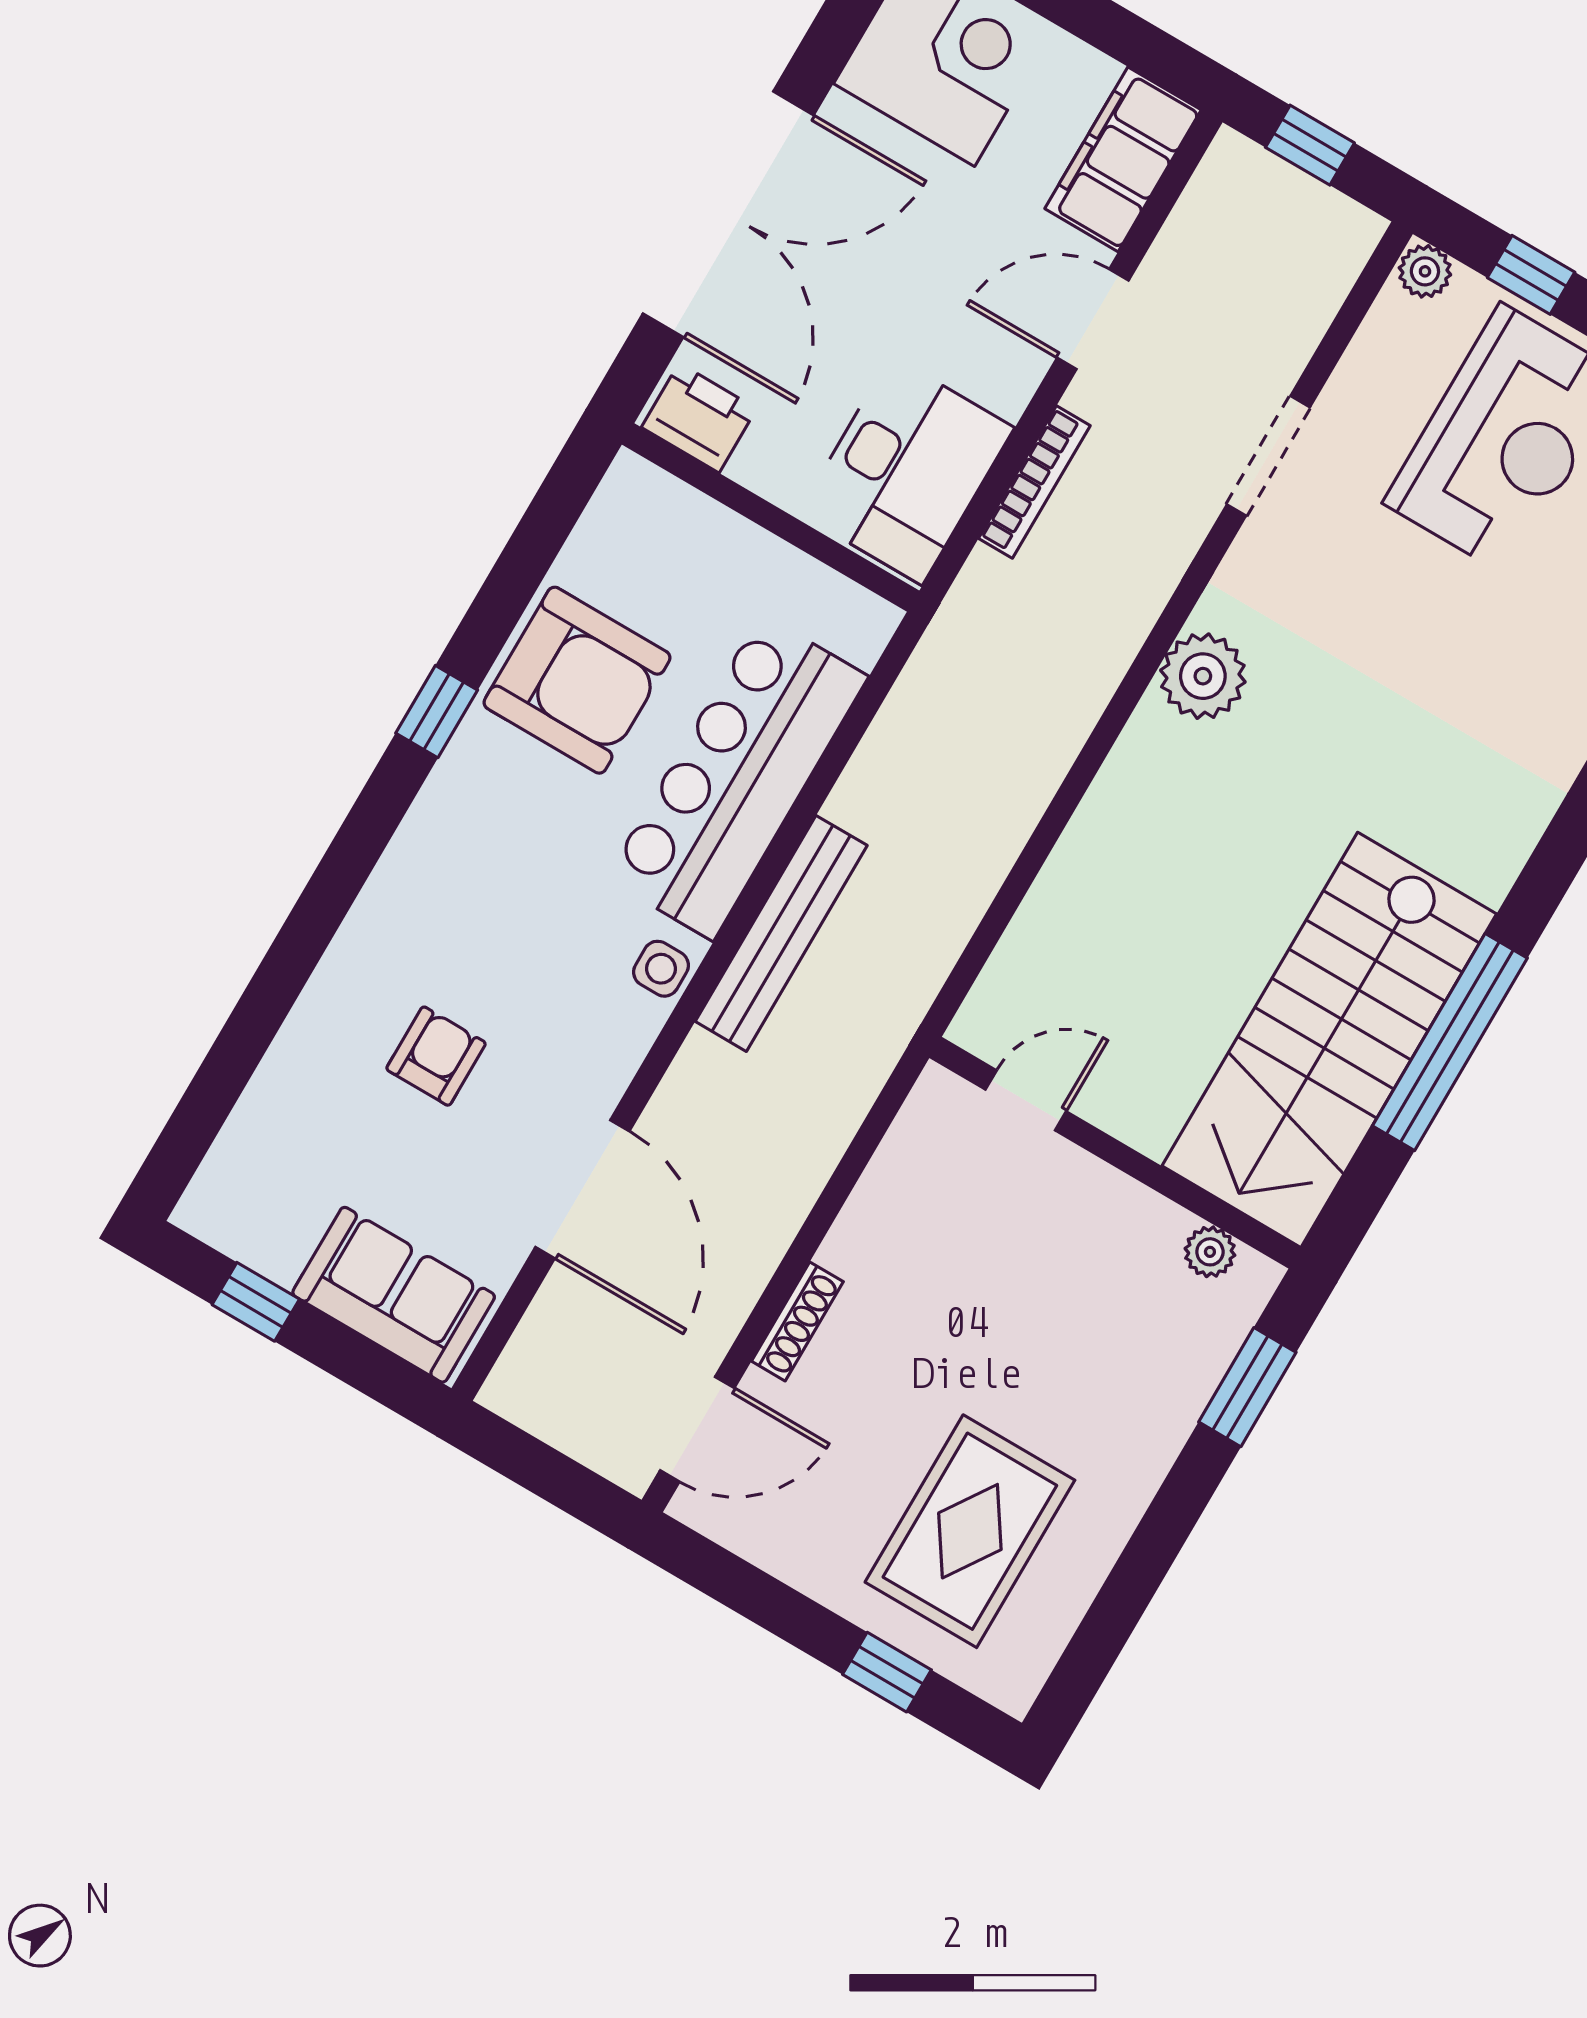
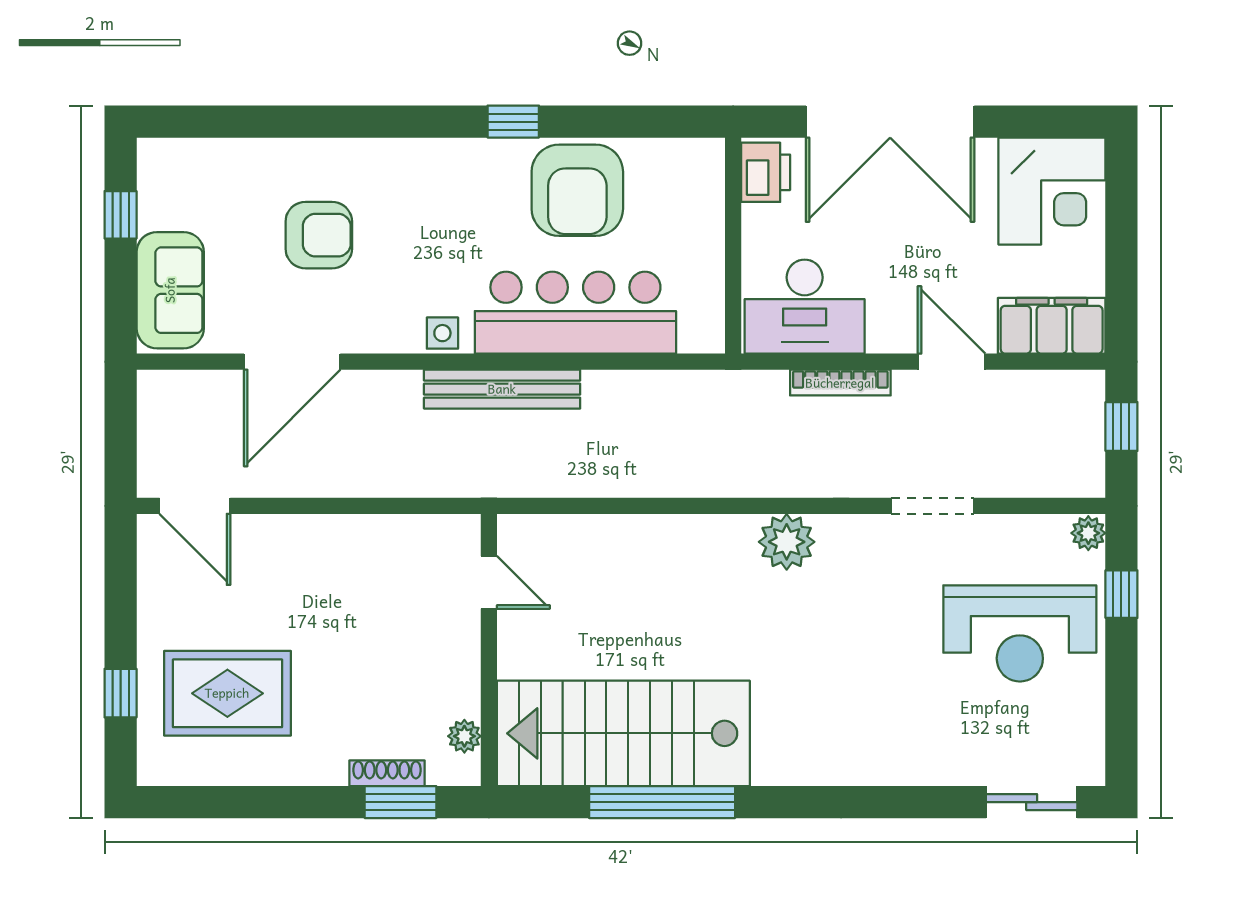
armchair: (436, 1056) -> (319, 235), width x1.38, depth x1.38
shoe rack: (797, 1321) -> (387, 773), moved, turned 180

